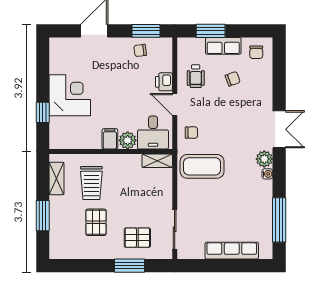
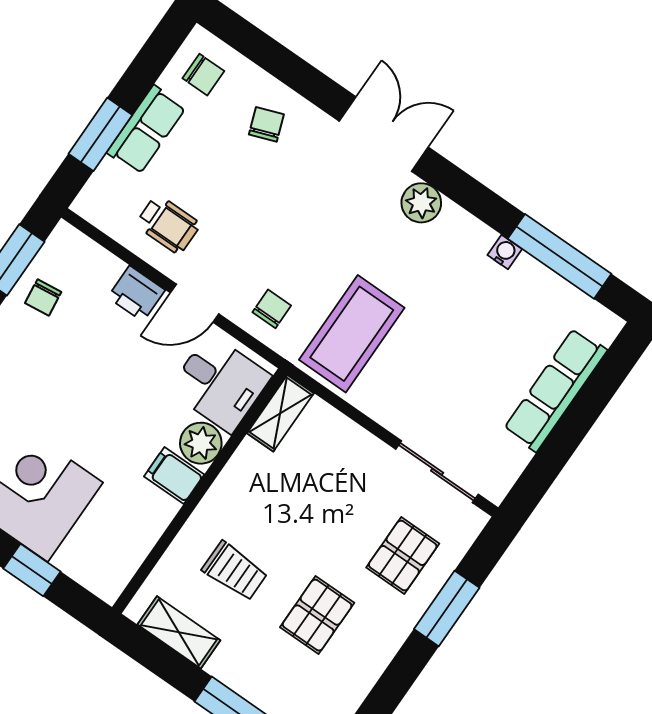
chair: (233, 79) -> (266, 124), moved
water cooler: (267, 174) -> (505, 252), moved
trolley: (91, 183) -> (235, 571), width x0.73, depth x0.72
pallet: (96, 222) -> (317, 615), turned 90

